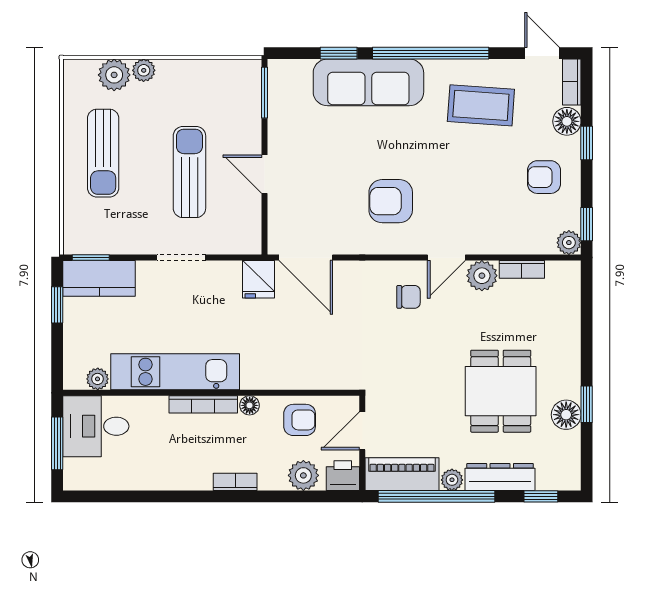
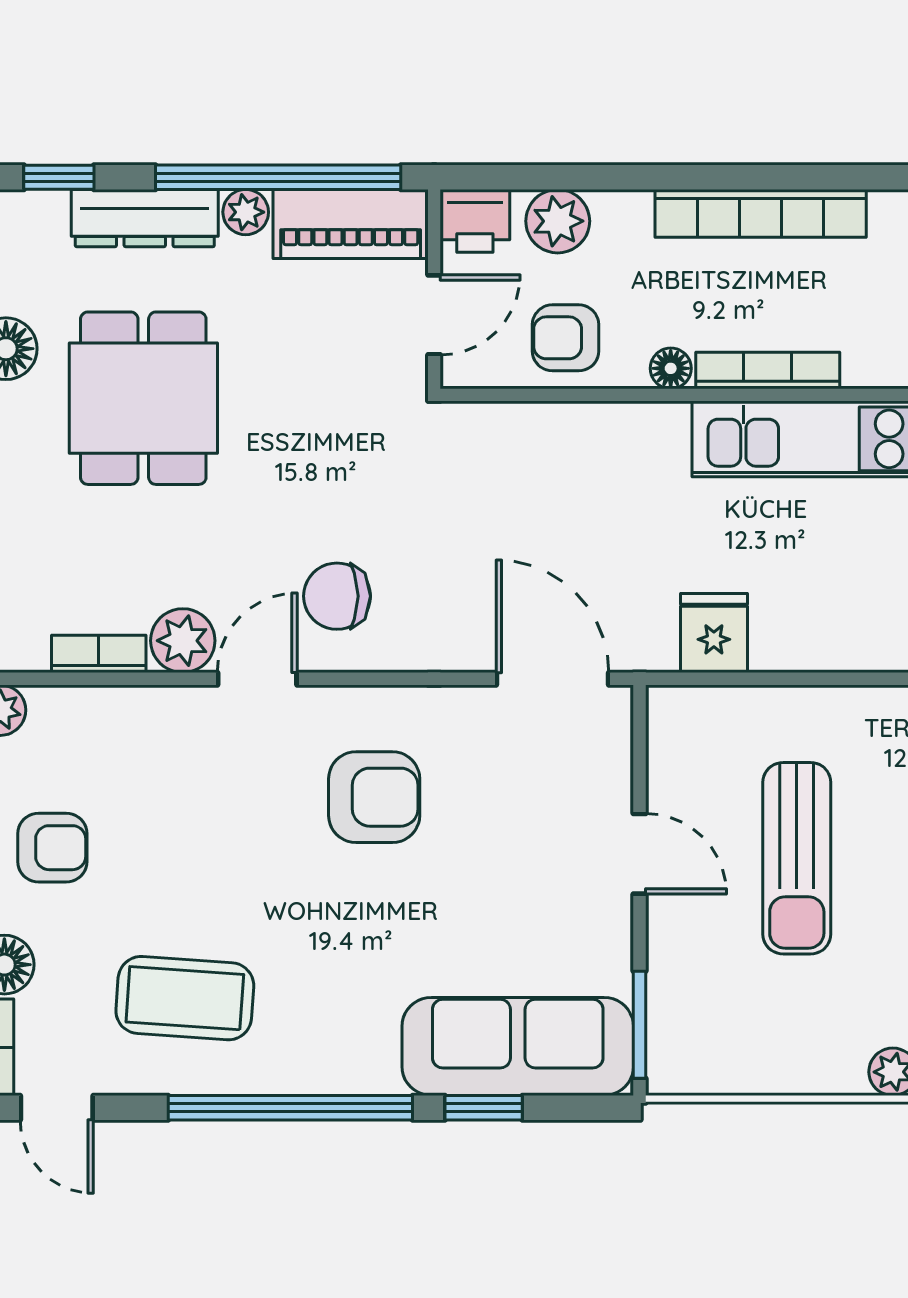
sofa: (368, 82) -> (518, 1046), moved
doorway: (181, 258) -> (814, 679), removed
fridge: (259, 279) -> (714, 633), moved
chair: (408, 297) -> (337, 596), width x1.37, depth x1.37
bookcase: (235, 482) -> (761, 213), width x2.31, depth x1.31

